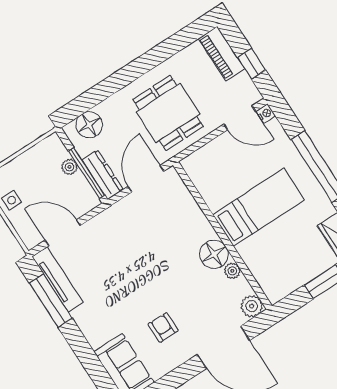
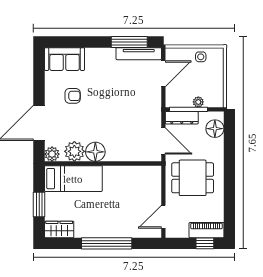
window: (252, 64) -> (205, 243), moved
nightstand: (266, 114) -> (156, 233), removed
bed: (259, 207) -> (73, 179), moved, turned -90
plant: (232, 271) -> (74, 151), width x1.88, depth x1.88

